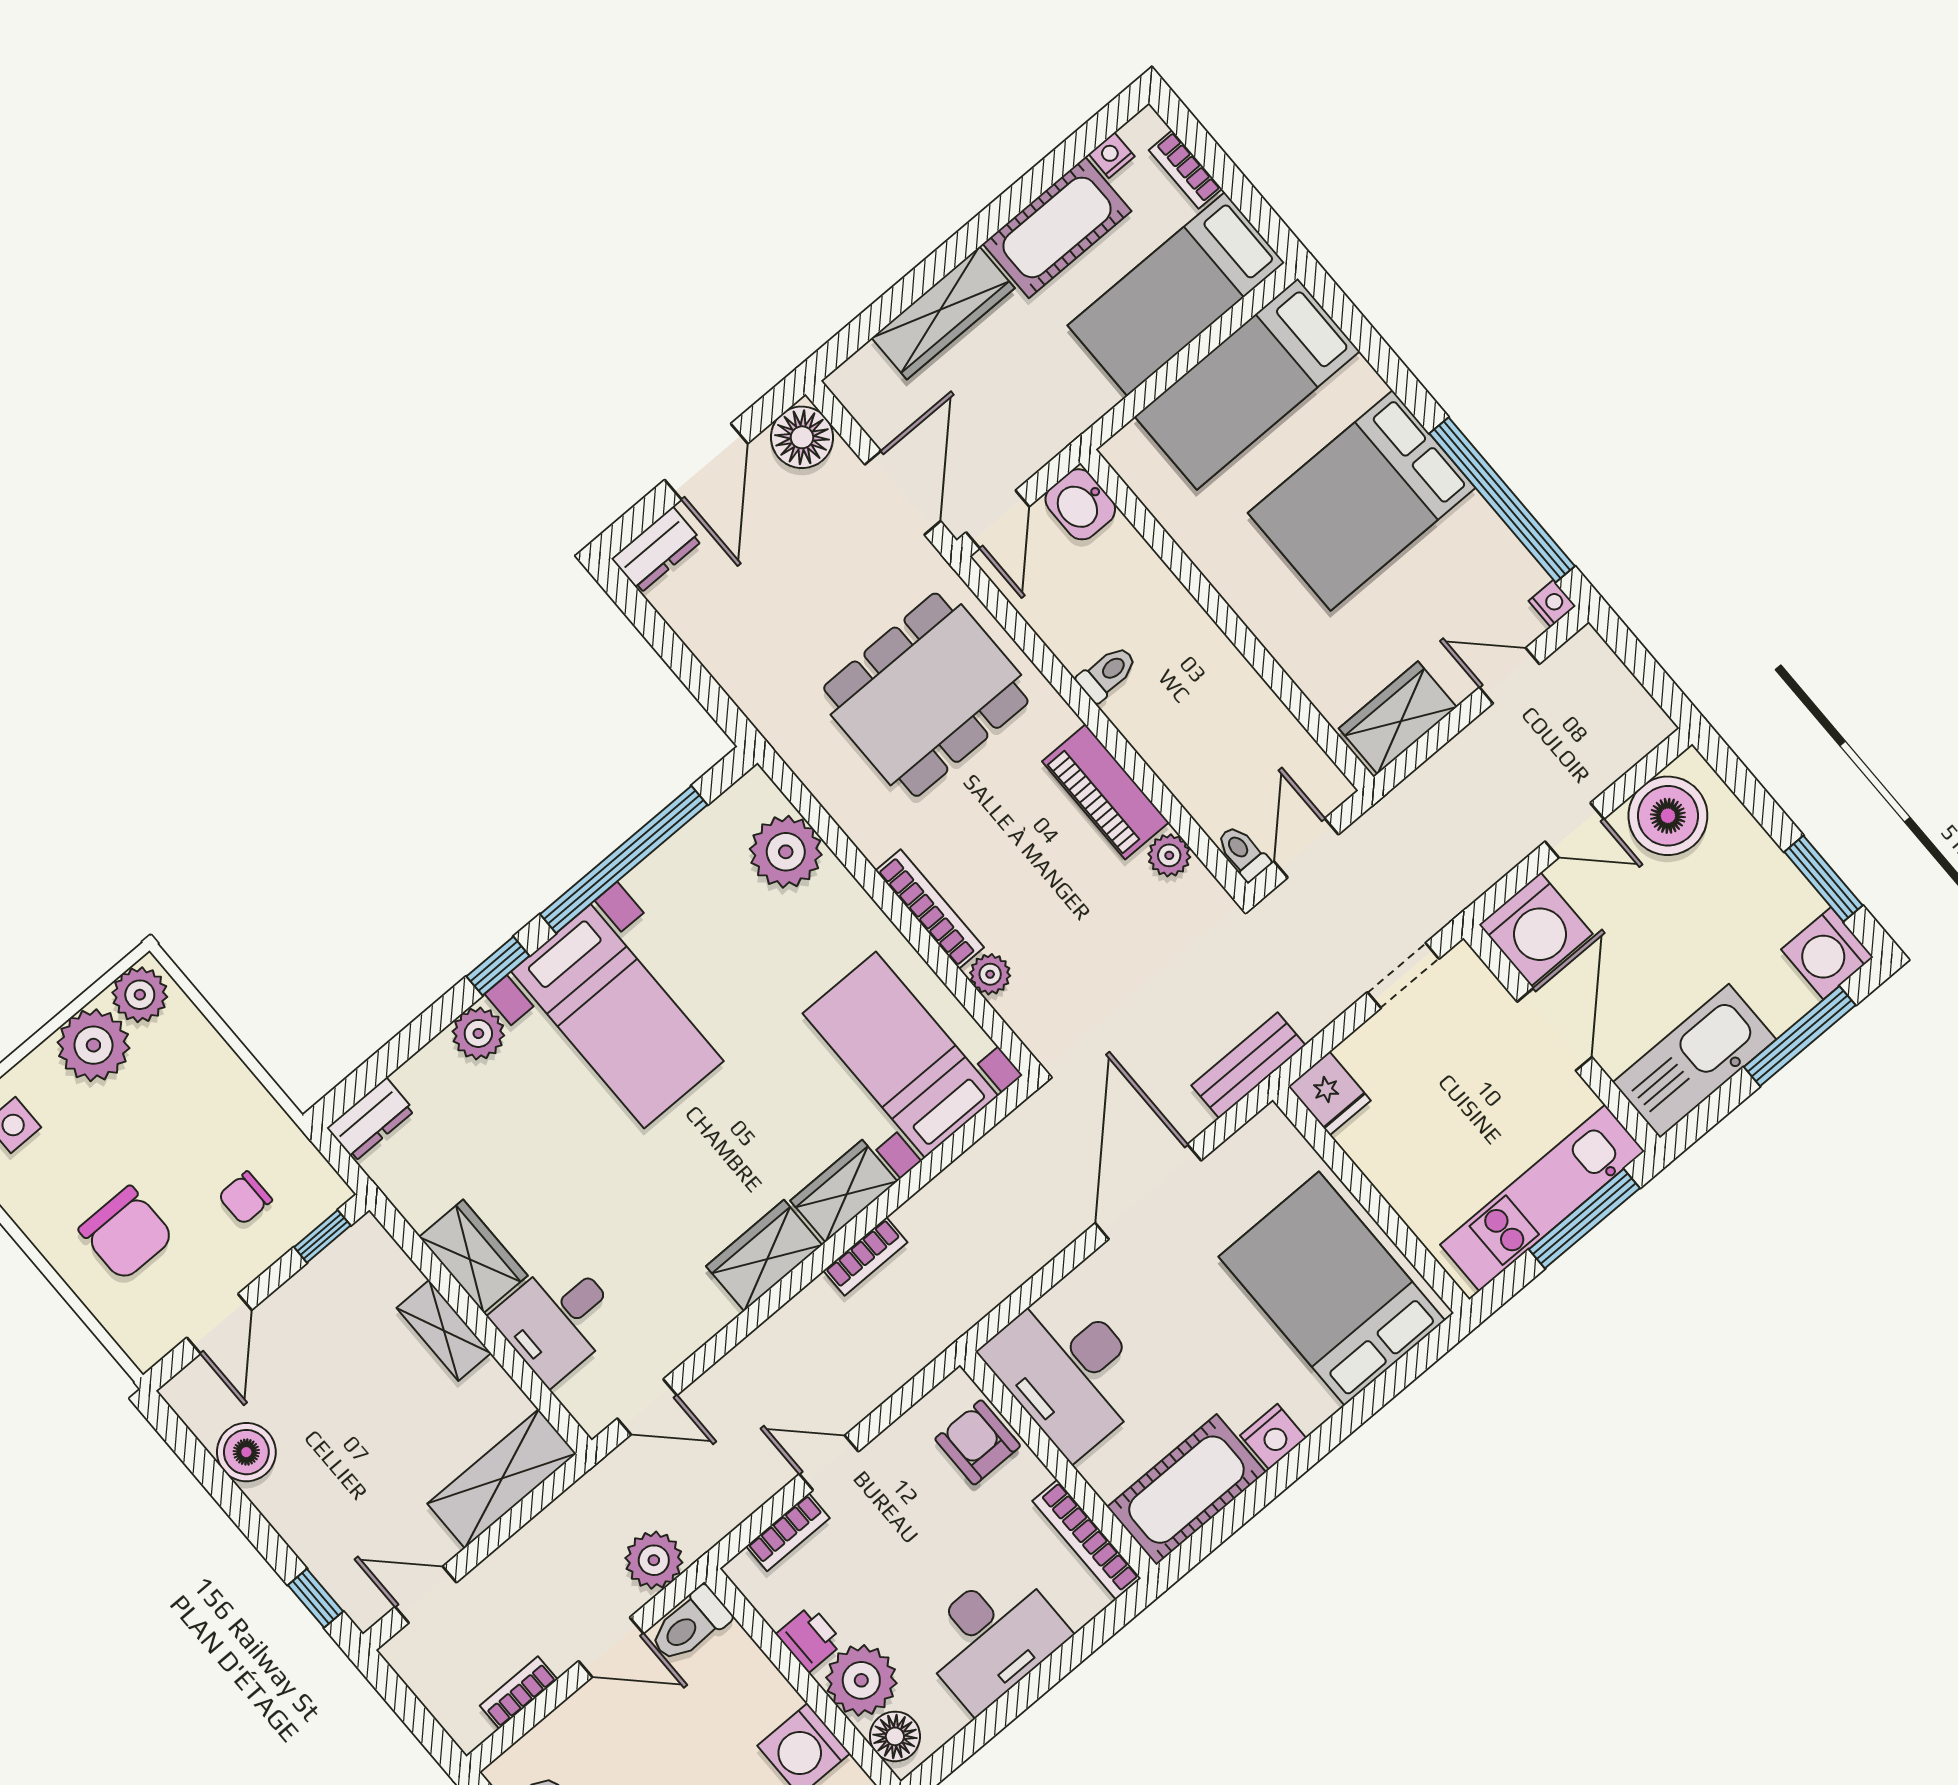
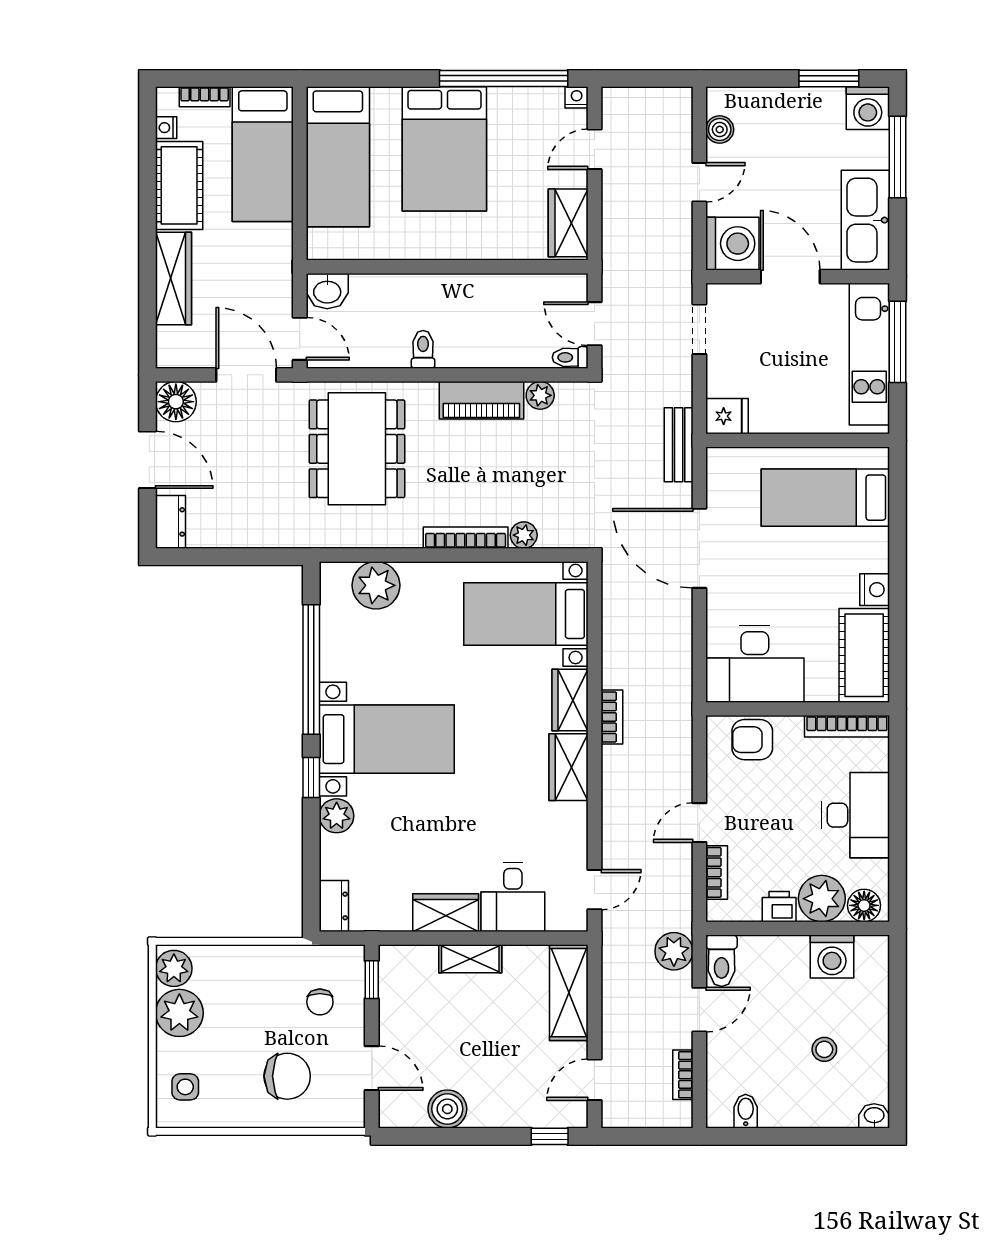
boiler: (1668, 816) -> (720, 130), width x0.54, depth x0.54
bed: (1332, 1288) -> (825, 498), width x0.67

